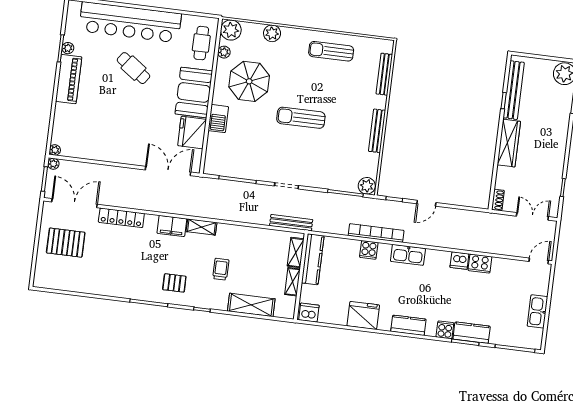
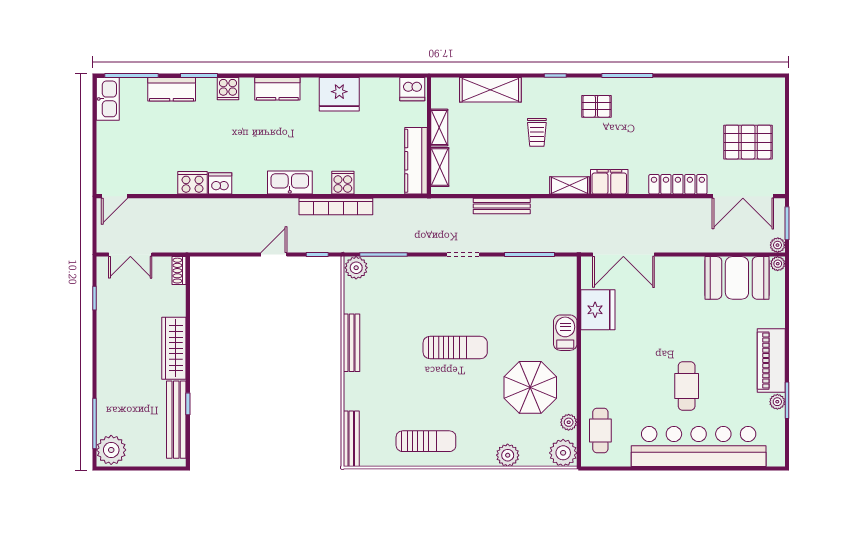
cafe table: (133, 68) -> (687, 386), turned 54
bench: (384, 74) -> (351, 439), moved
booth: (194, 92) -> (737, 278), moved, turned 90
bench: (291, 223) -> (502, 206), moved
kitchen sink: (537, 311) -> (108, 99), moved
kitchen counter: (472, 333) -> (172, 89), moved

